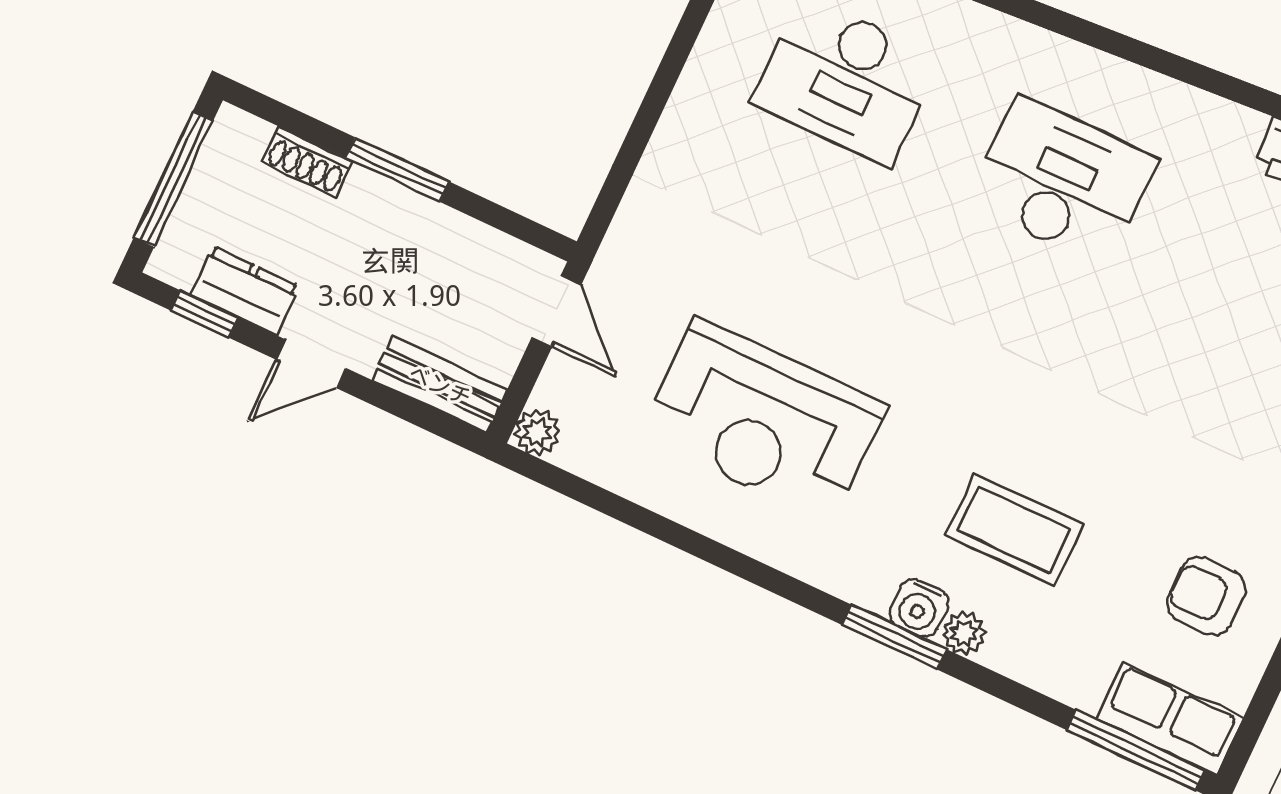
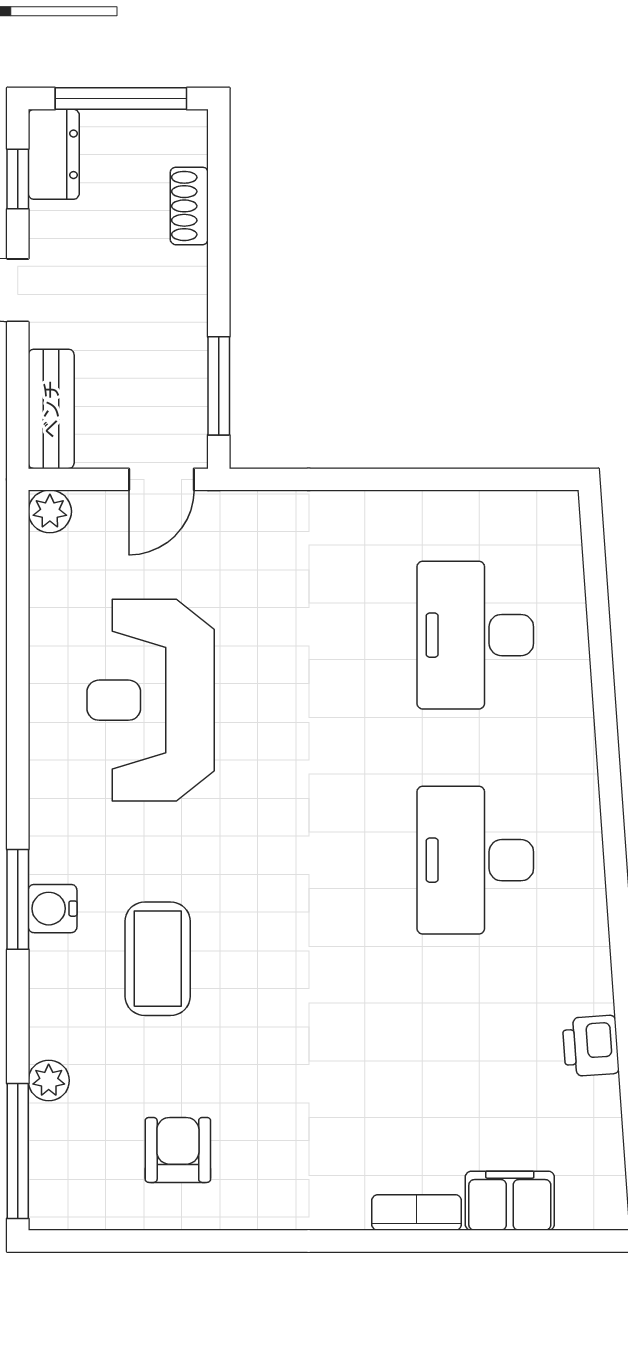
window: (398, 170) -> (219, 386), moved
desk: (1062, 181) -> (475, 860), turned 180
dresser: (245, 291) -> (54, 154), moved
plant: (964, 634) -> (49, 1080), moved
row of seats: (1170, 719) -> (58, 1168), removed

